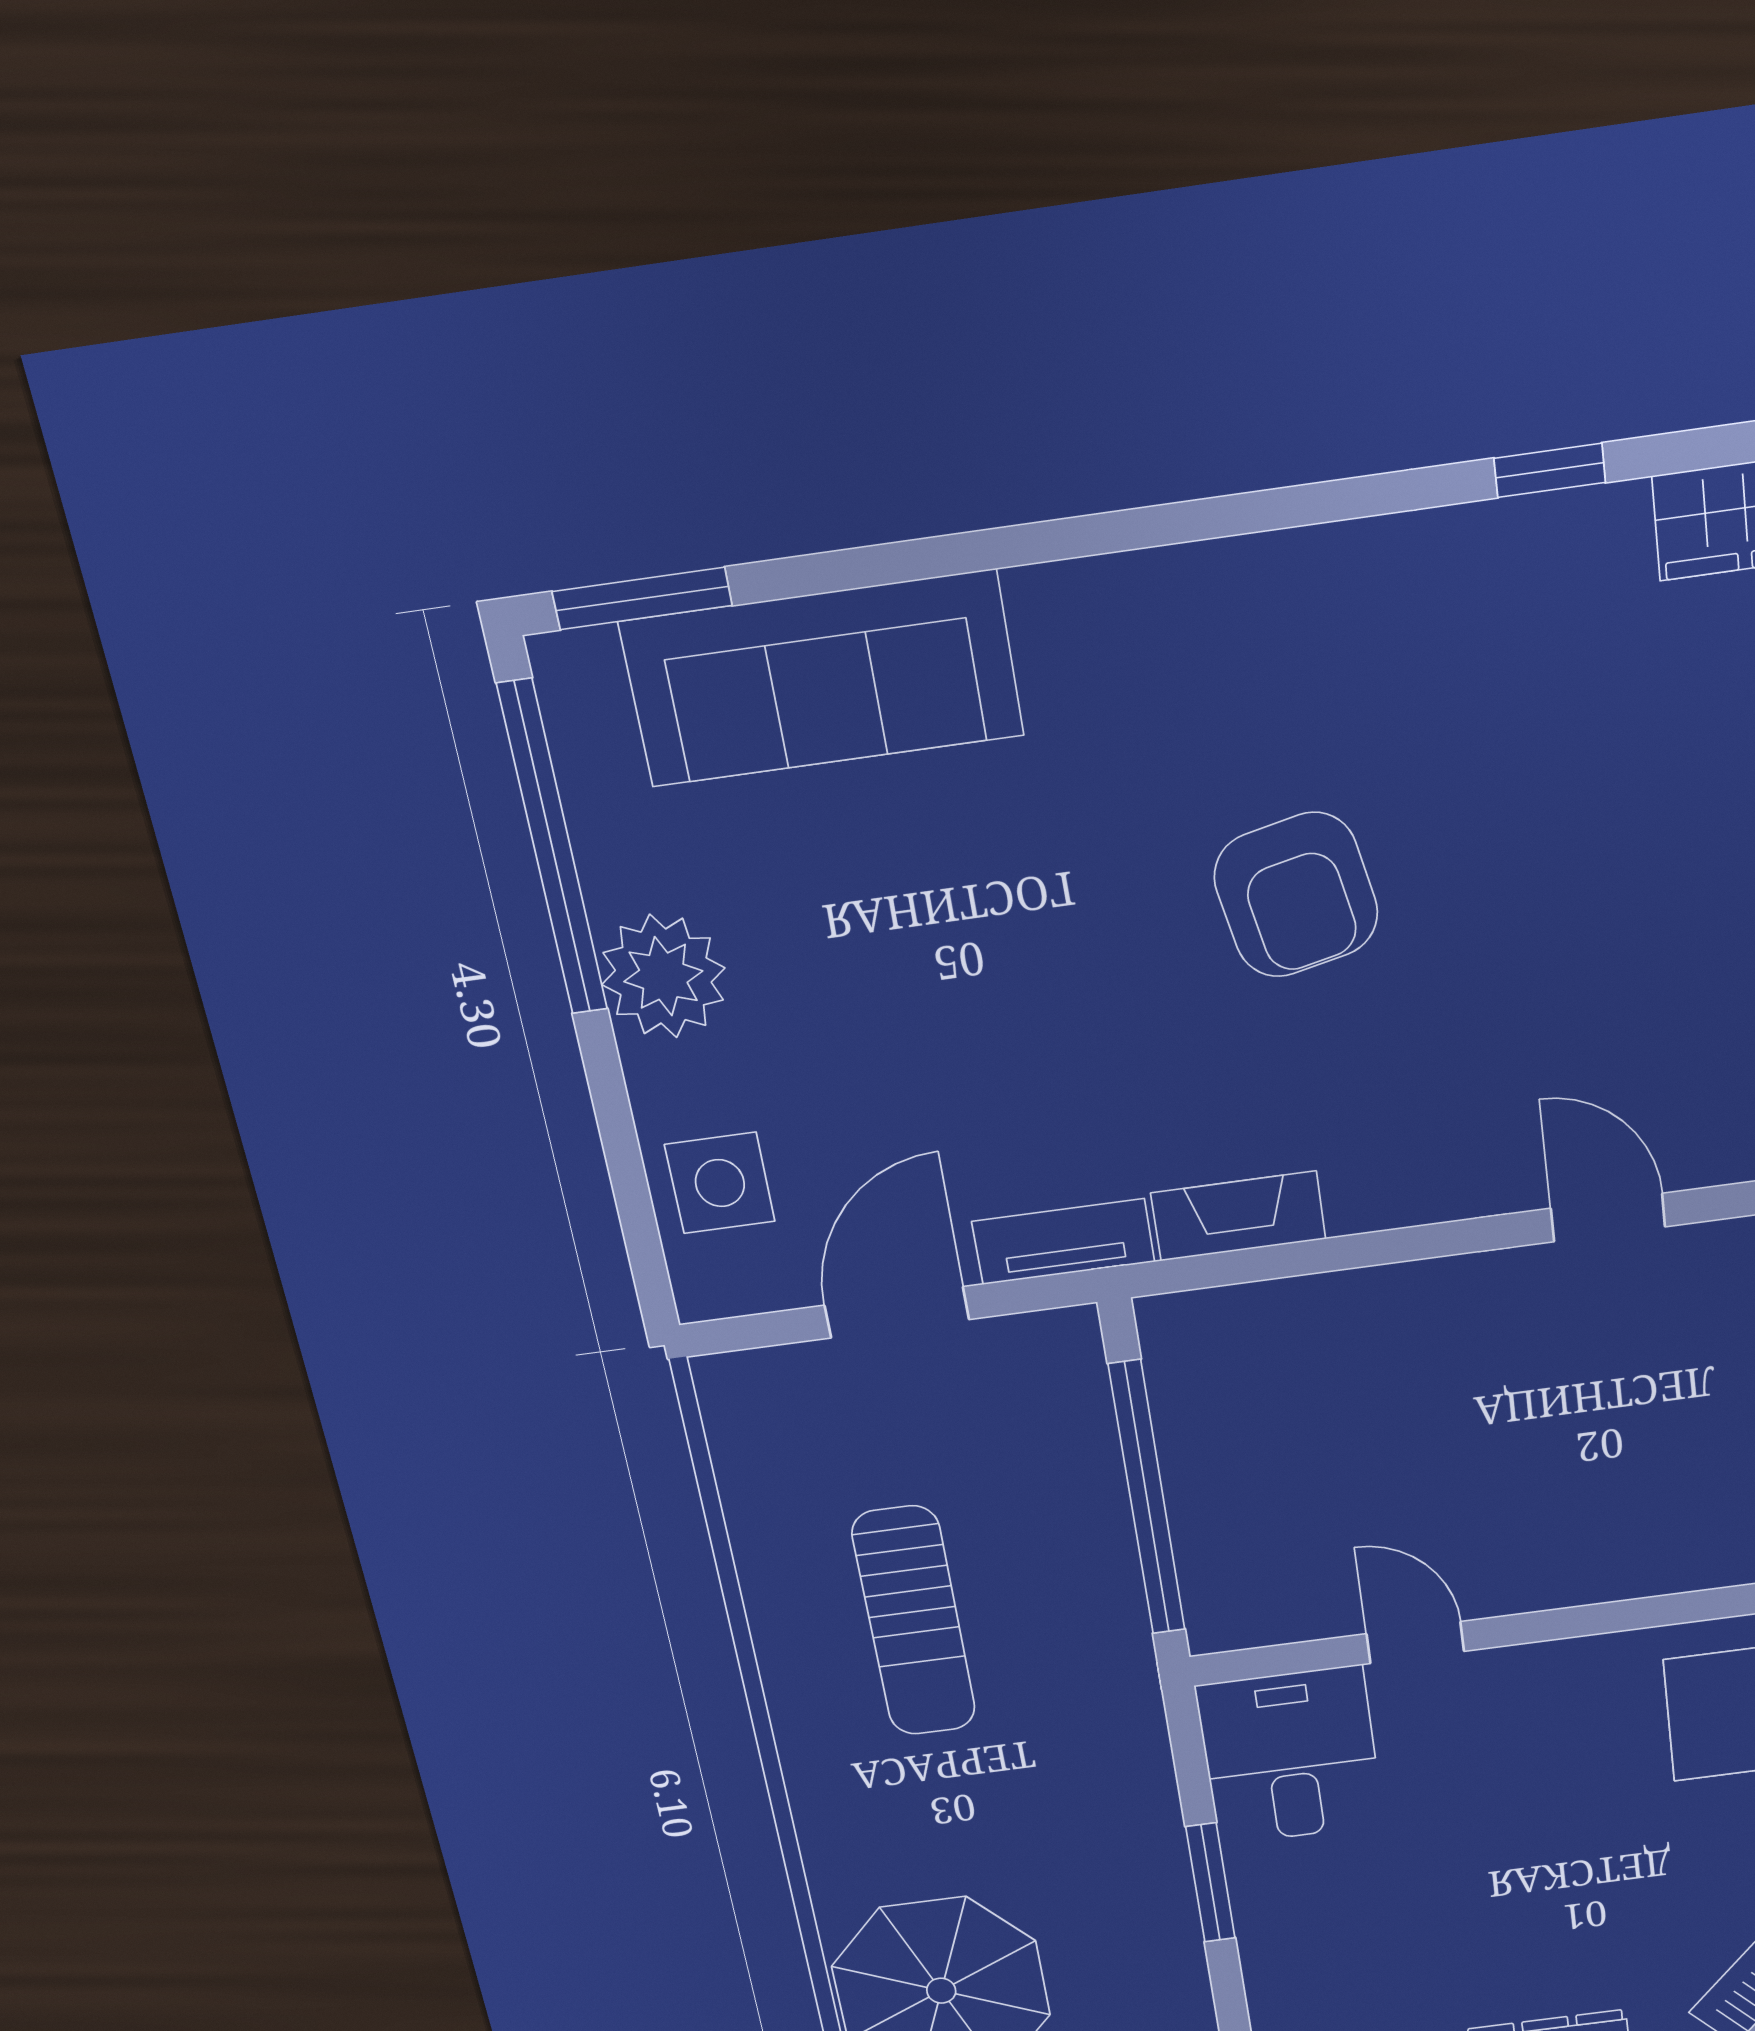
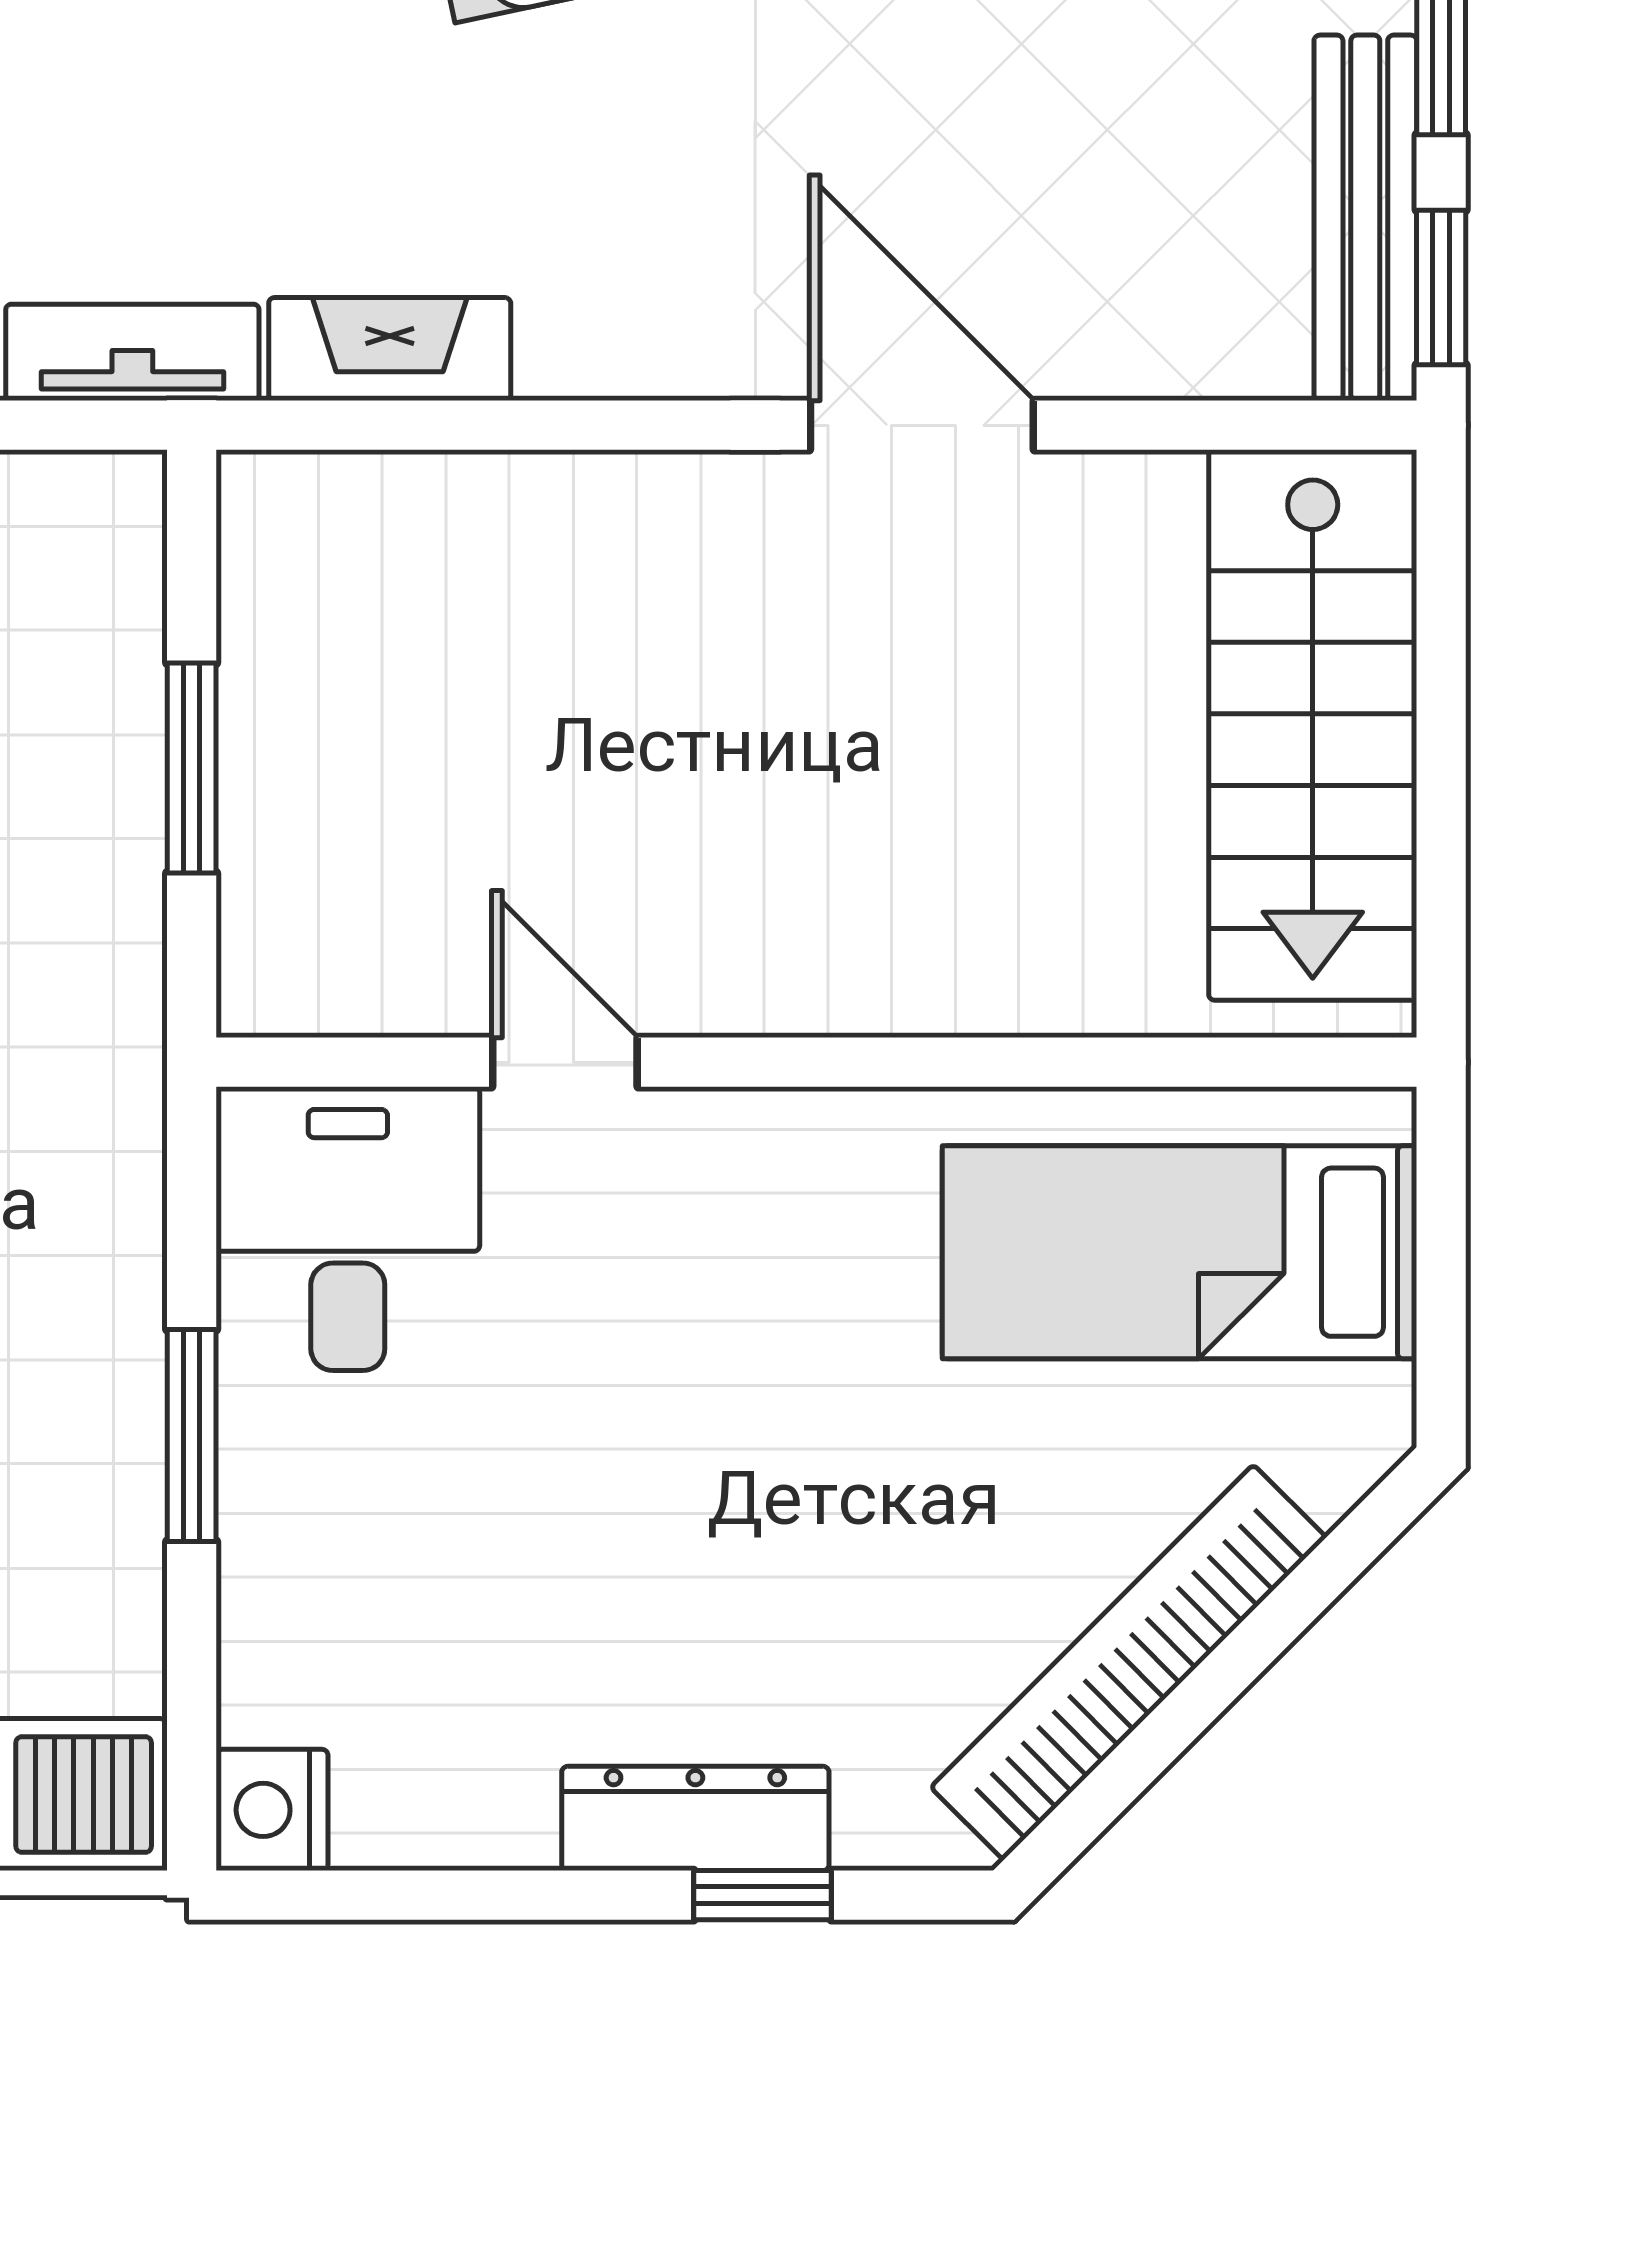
door: (1608, 1218) -> (922, 425), width x1.37
window: (1147, 1499) -> (192, 768), width x0.47

